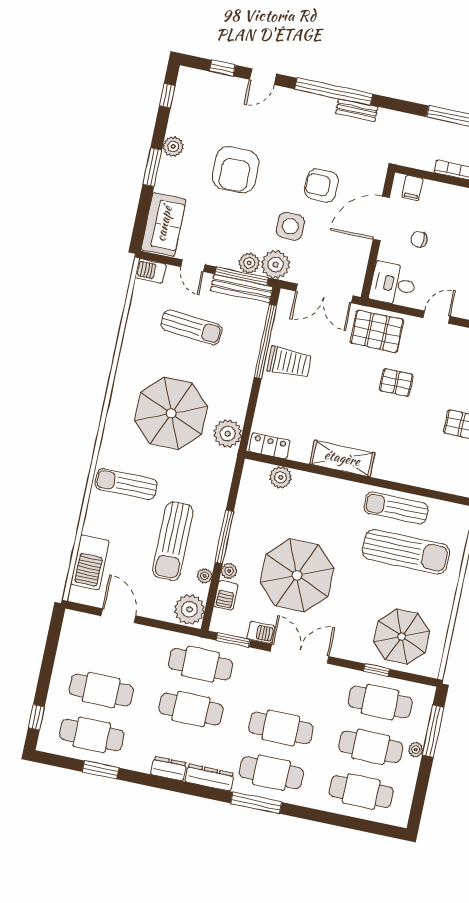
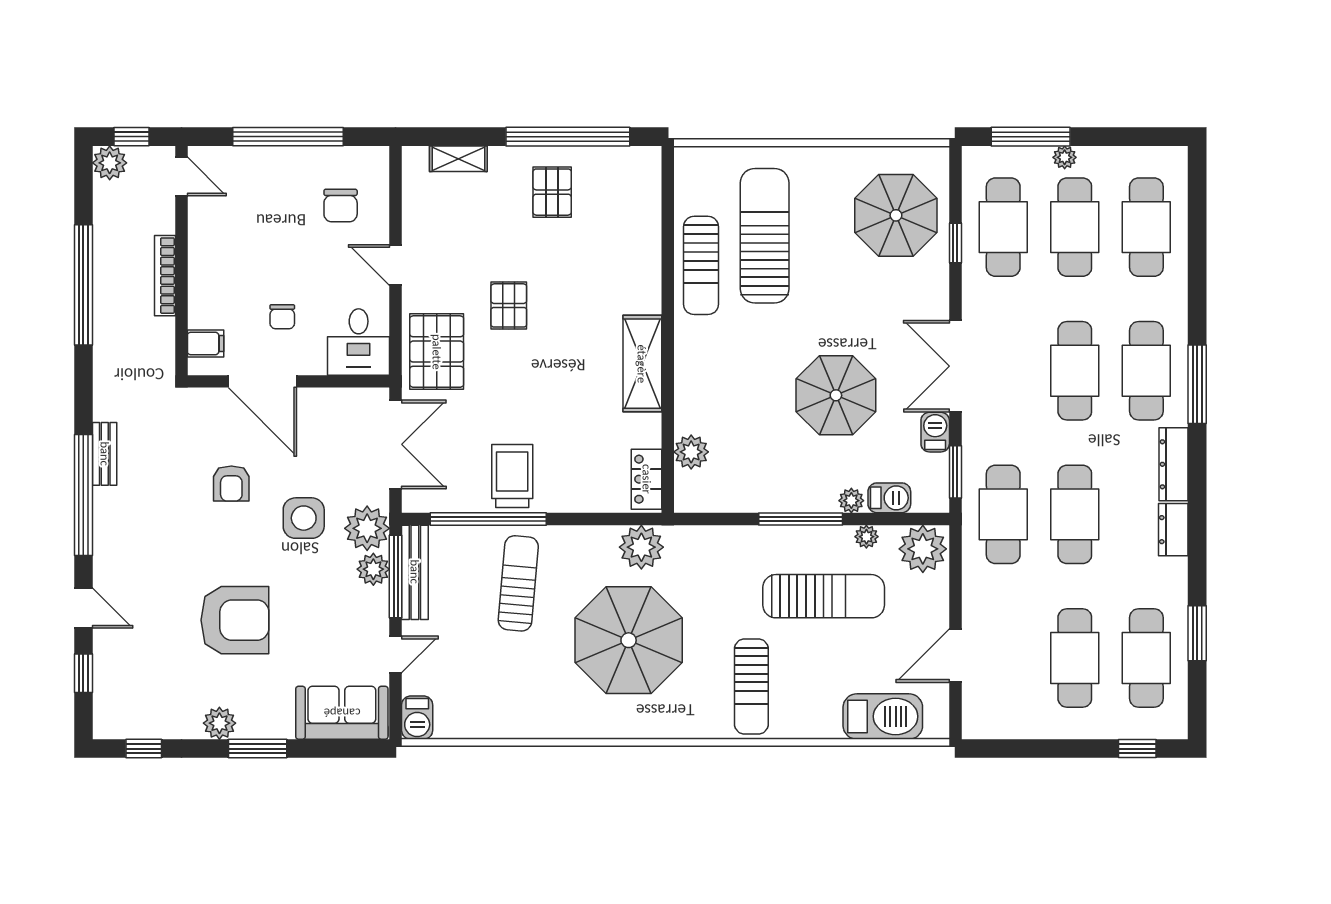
armchair: (322, 185) -> (231, 483), width x0.72, depth x0.72
sun lounger: (192, 327) -> (518, 583), moved
parasol: (297, 575) -> (836, 395), width x0.73, depth x0.73

